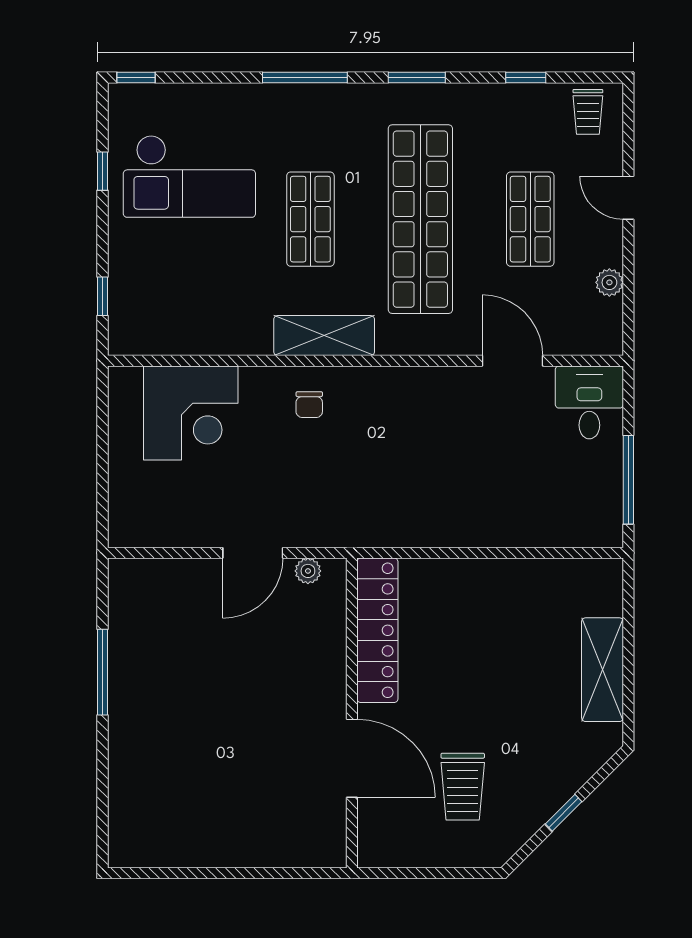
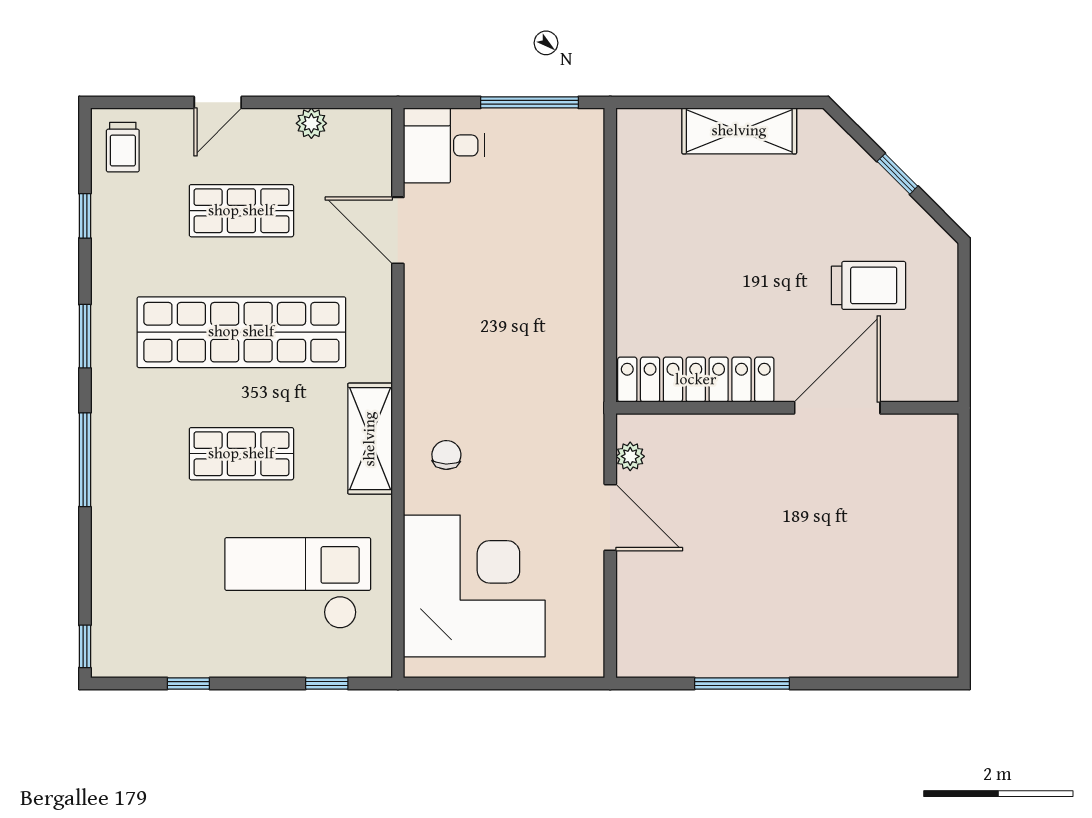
trolley: (588, 112) -> (123, 147), turned 90
checkout: (189, 176) -> (298, 583), moved, turned -90
door: (512, 361) -> (398, 230), hinge flipped
chair: (309, 405) -> (446, 455), turned -88
corner desk: (191, 413) -> (474, 586), width x1.36, depth x1.36

